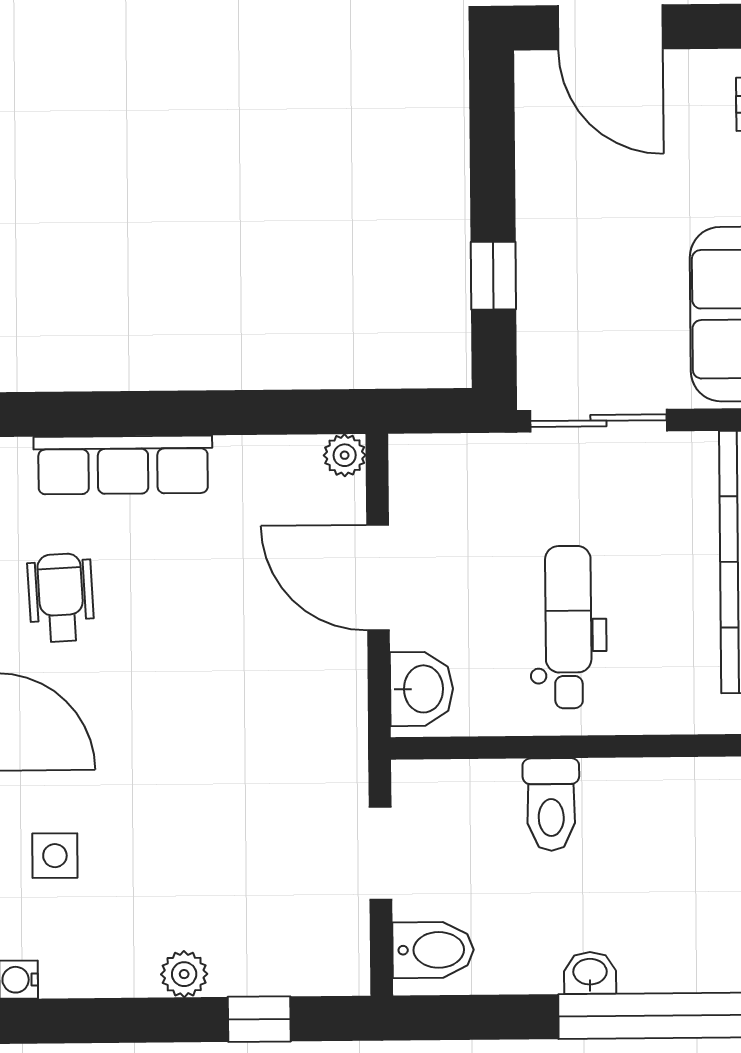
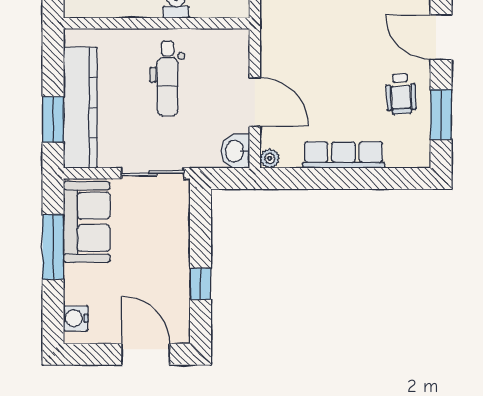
window: (493, 276) -> (200, 284), moved
row of seats: (123, 465) -> (344, 155), moved
washbasin: (422, 689) -> (235, 151), moved

